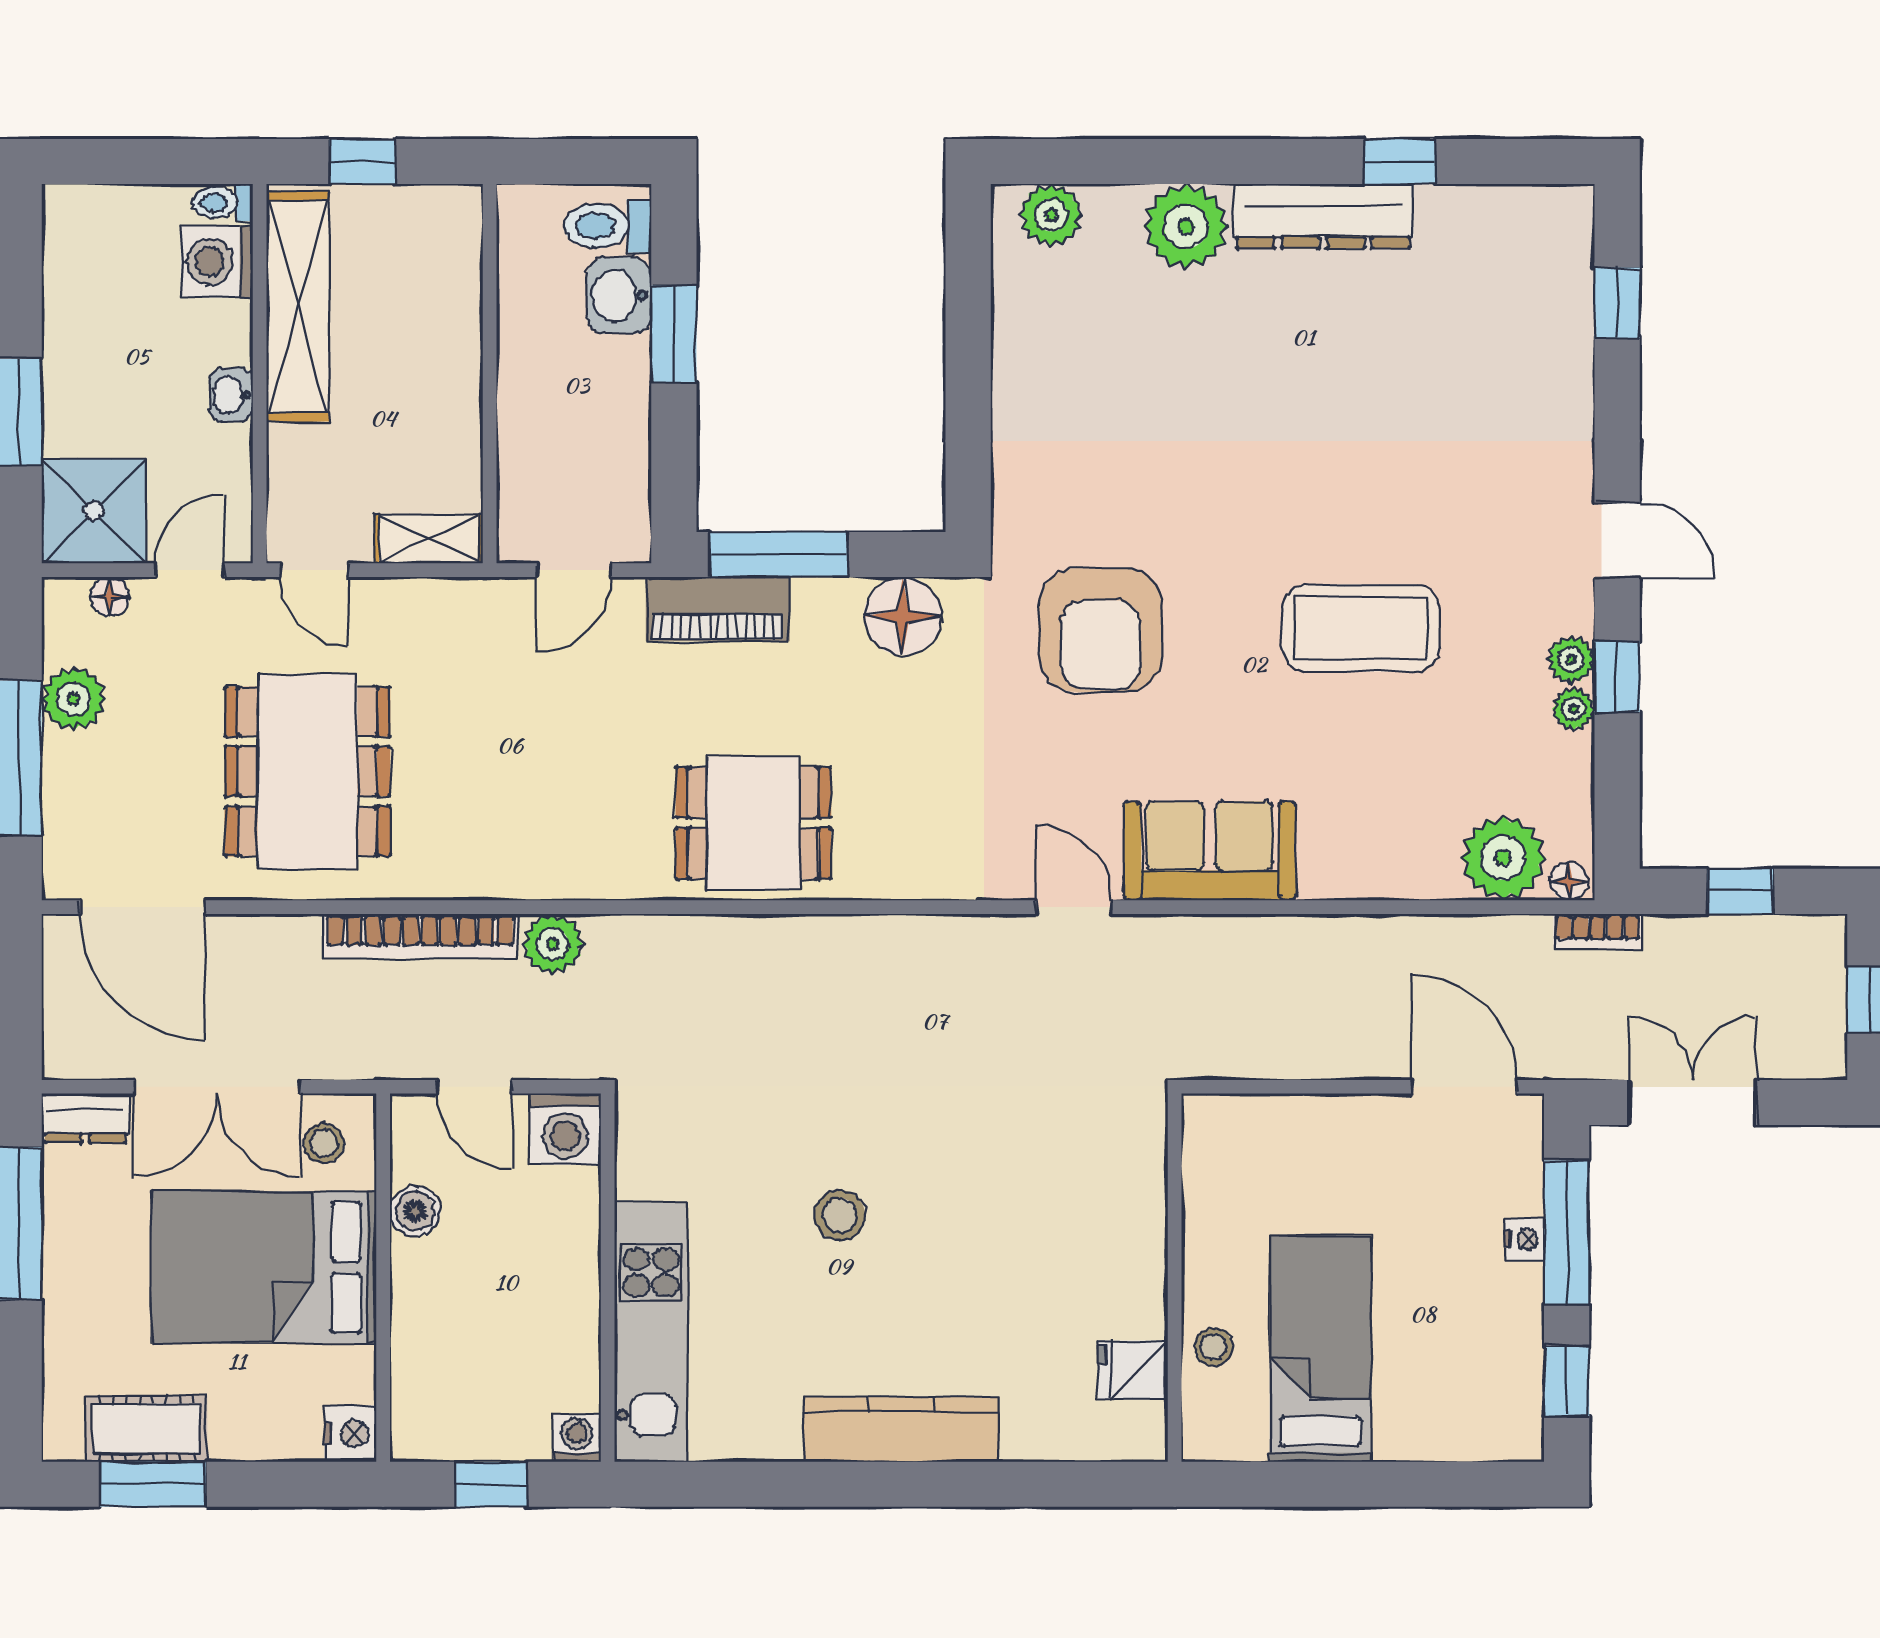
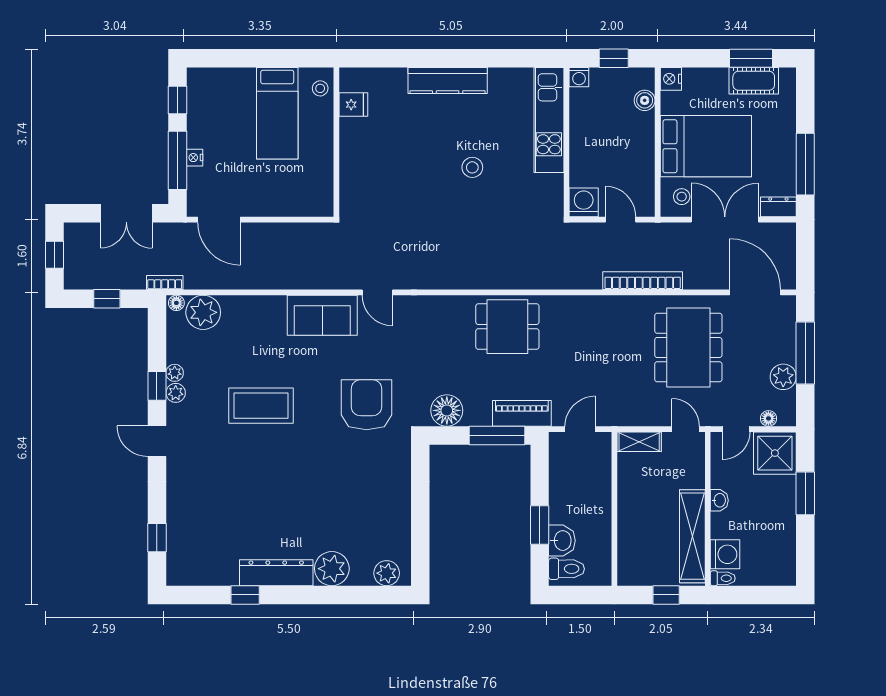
plant: (553, 944) -> (589, 277), removed
boiler: (415, 1211) -> (645, 100), moved
stool: (1213, 1347) -> (320, 88), moved

